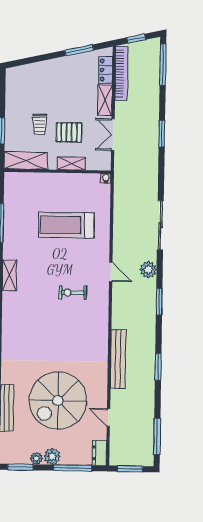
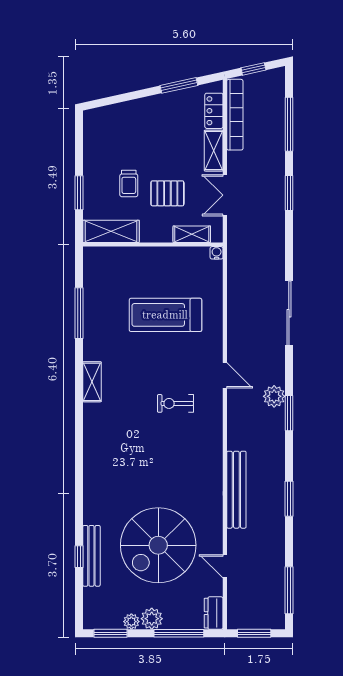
window: (163, 65) -> (289, 124), moved
shelving: (72, 164) -> (192, 234), moved
plant: (148, 270) -> (274, 396), moved

